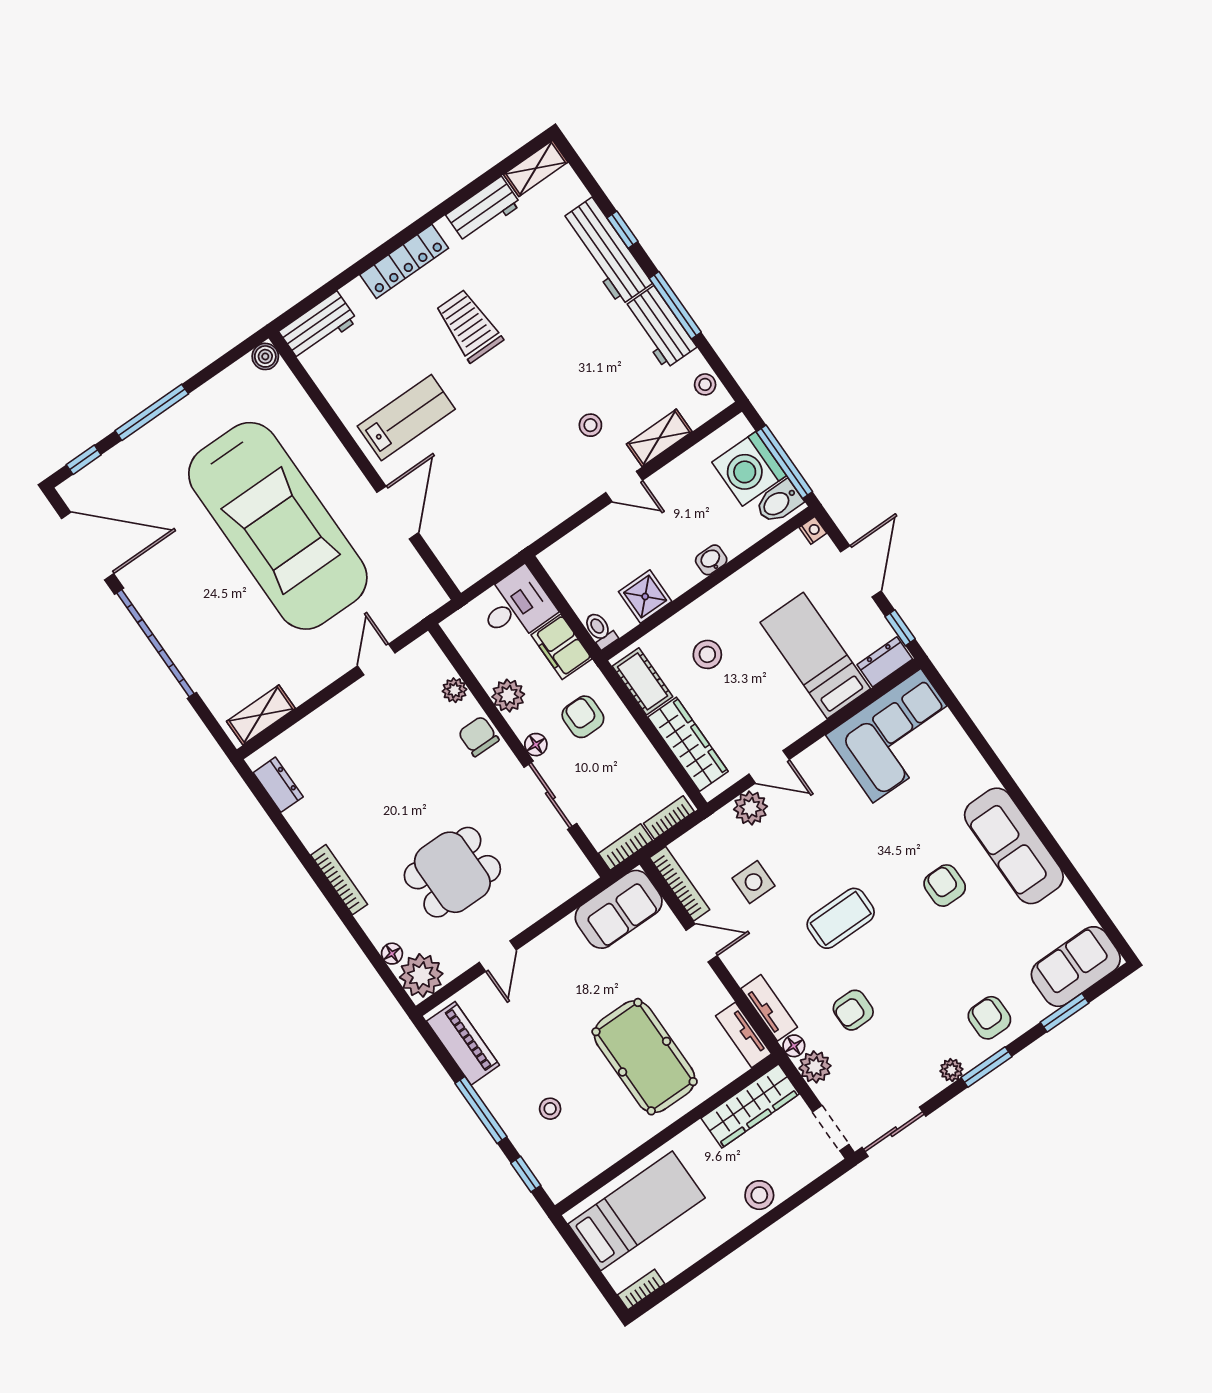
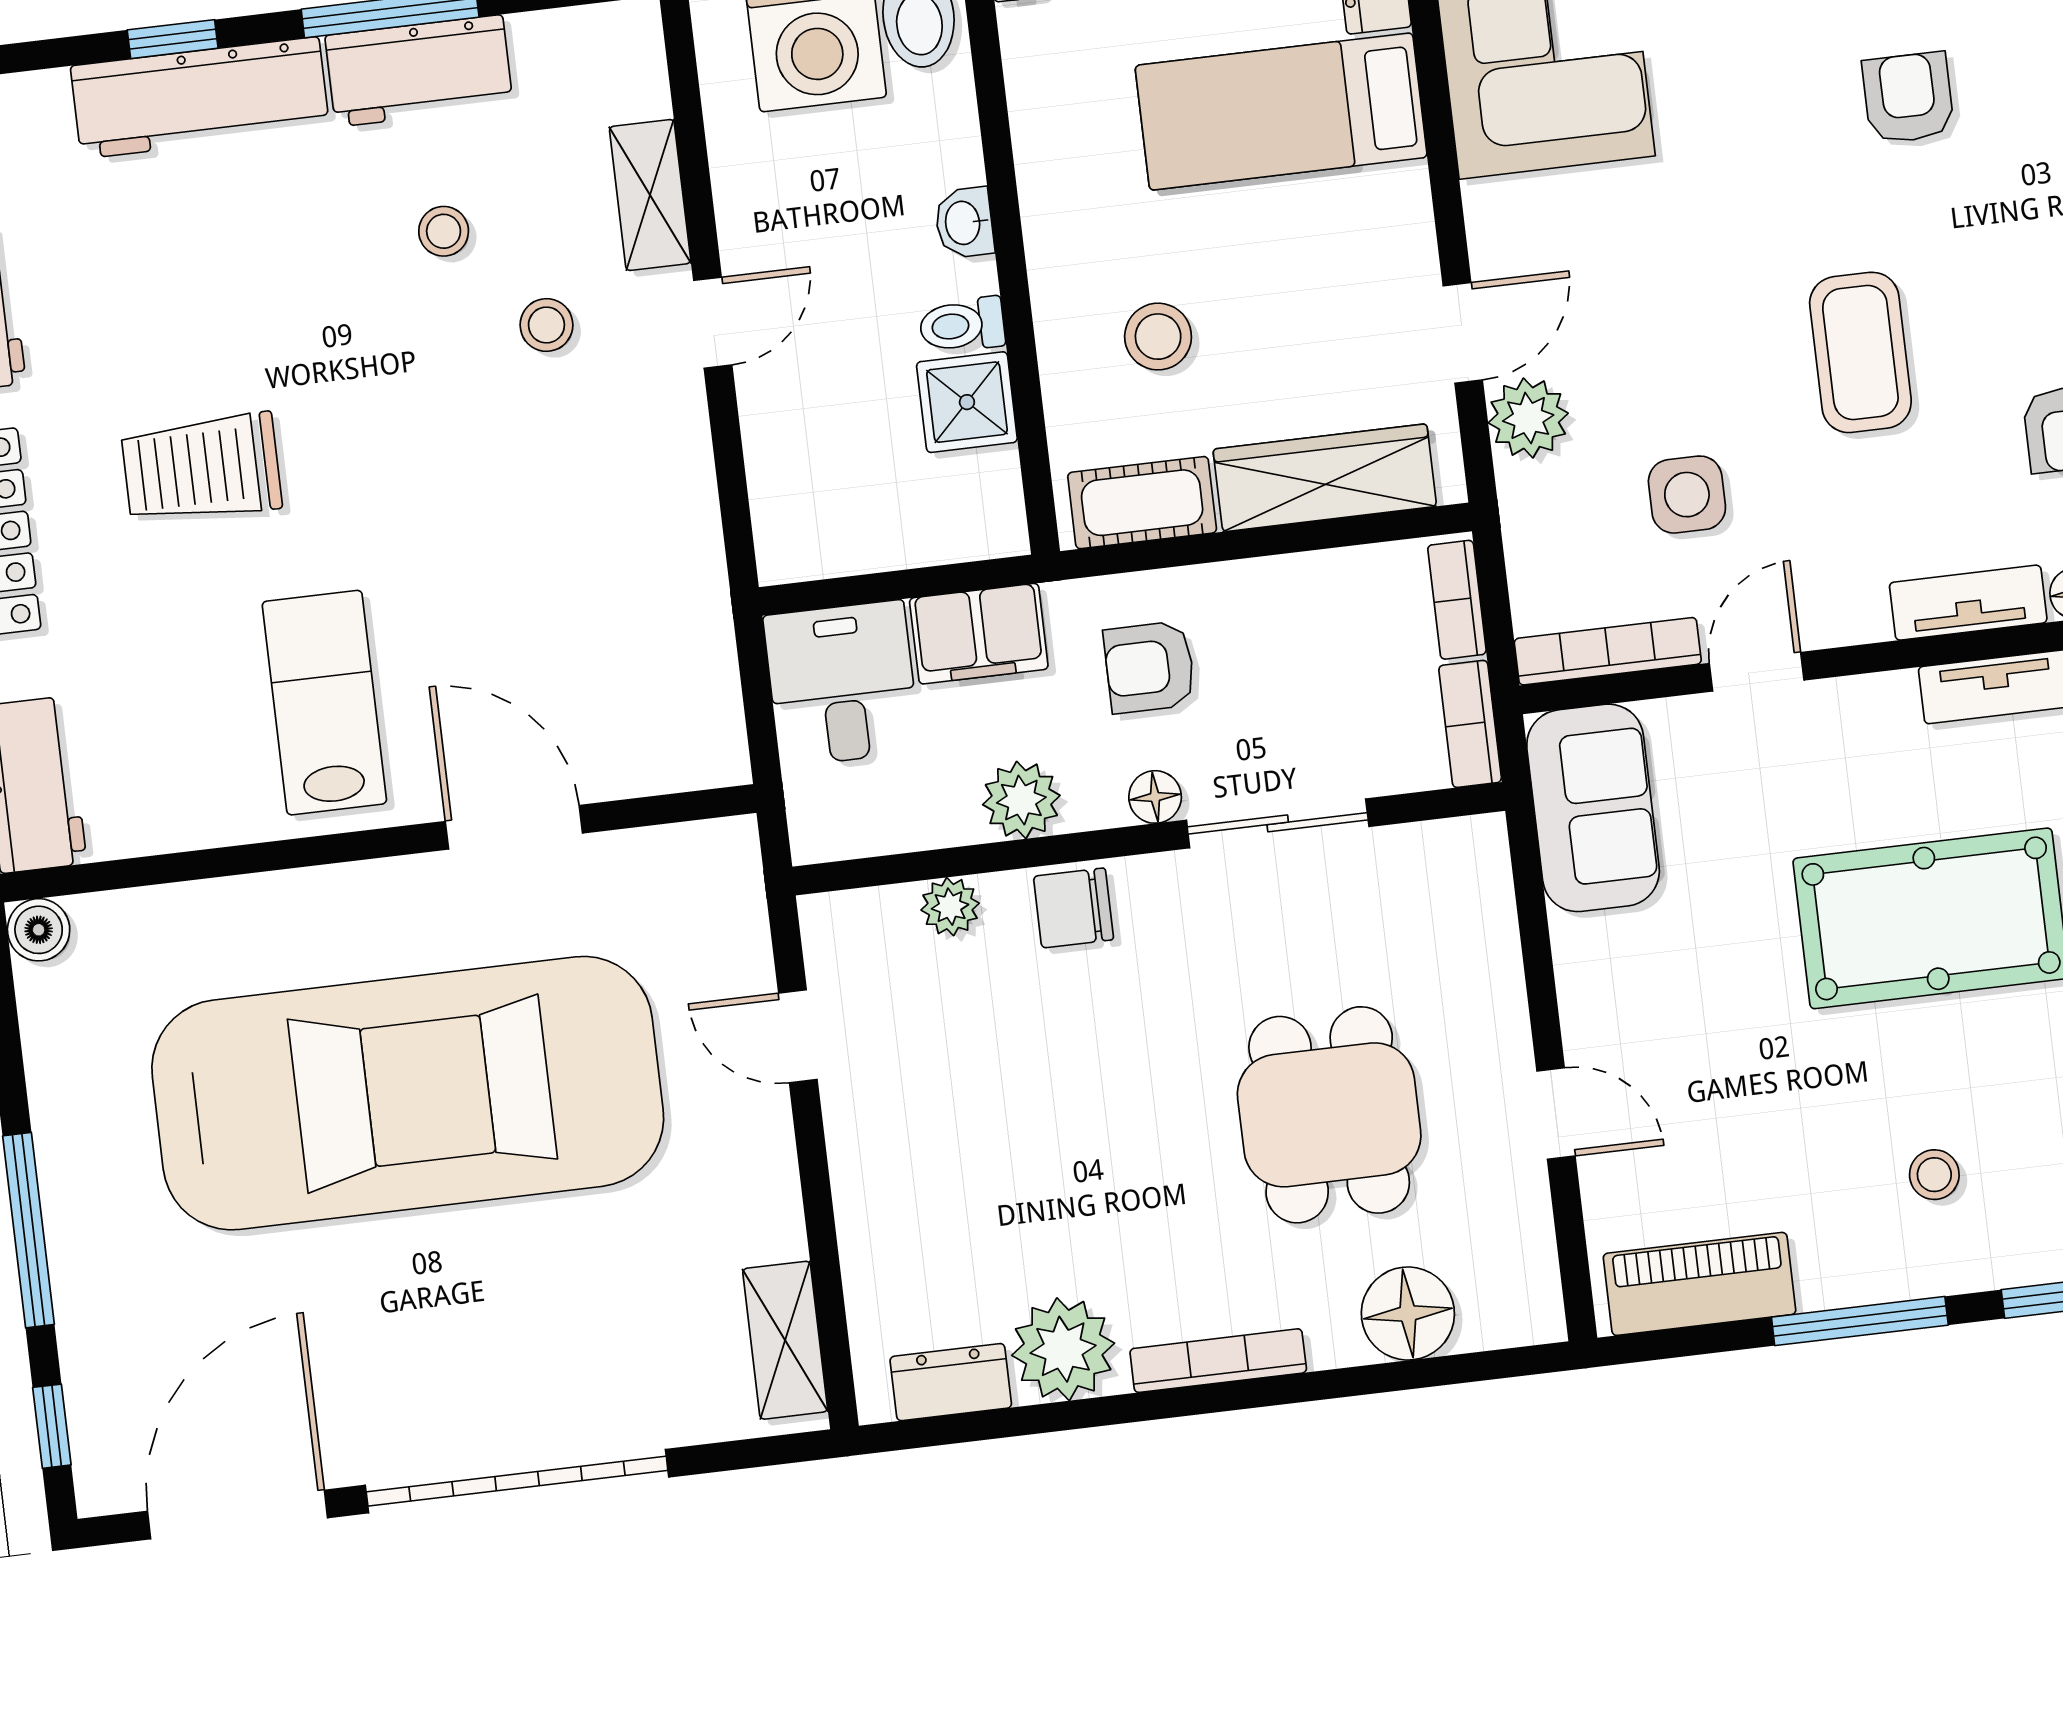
stool: (705, 384) -> (444, 231), moved
toilet: (600, 630) -> (962, 325), moved
armchair: (945, 886) -> (1908, 98), turned 90
floor lamp: (392, 954) -> (1408, 1313), width x1.89, depth x1.89
plant: (421, 975) -> (1063, 1349), moved

